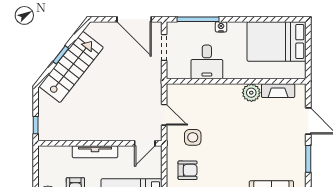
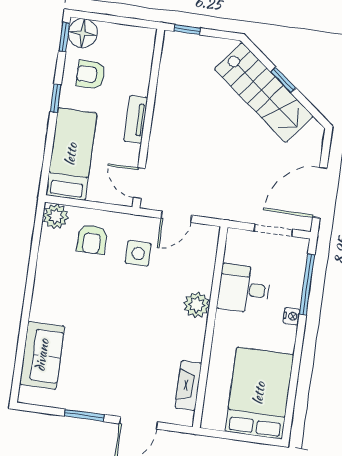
plant: (251, 93) -> (197, 305), moved
tv unit: (95, 152) -> (136, 119), width x0.71

